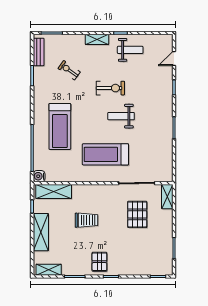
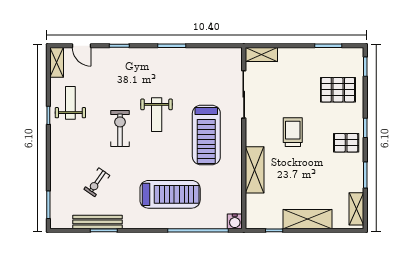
shelving: (97, 39) -> (57, 62), moved
bench: (39, 52) -> (97, 222), moved, width x1.36
shelving: (54, 191) -> (255, 170), moved
pallet: (137, 214) -> (338, 90), moved
trolley: (86, 220) -> (293, 132), moved

